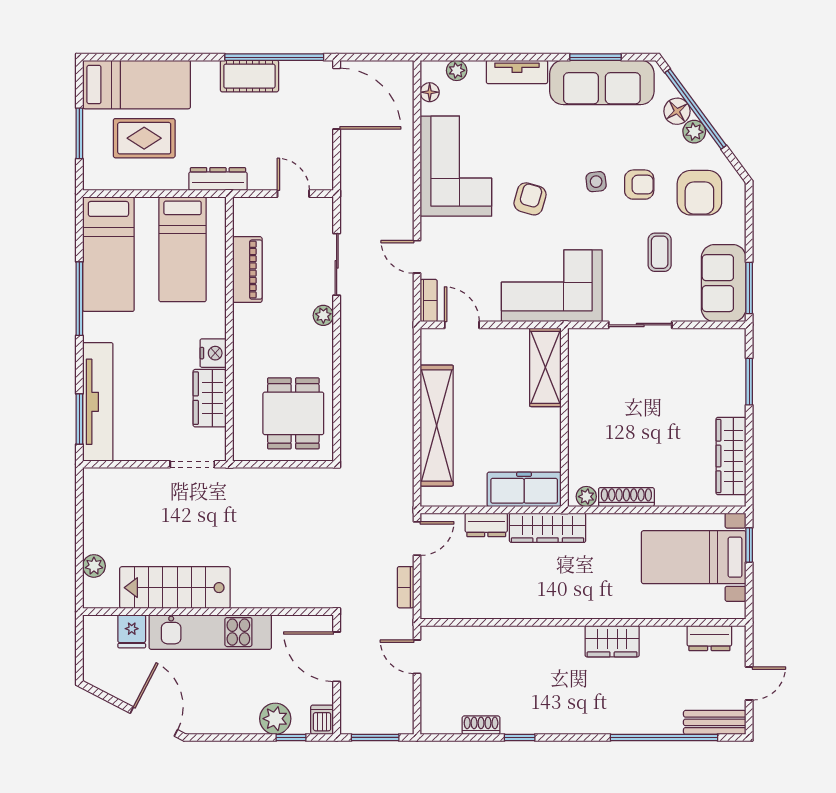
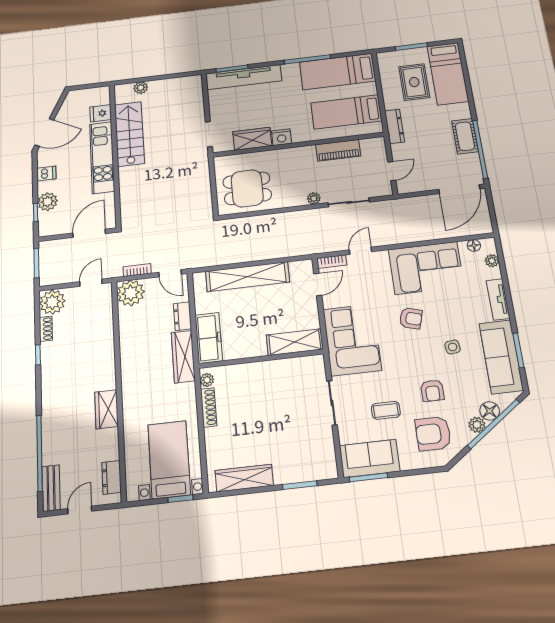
side table: (596, 182) -> (453, 347), moved
plant: (441, 599) -> (131, 293), added
door: (749, 683) -> (80, 510), swing flipped
plant: (441, 715) -> (52, 302), added
dishwasher: (322, 720) -> (46, 174), moved

